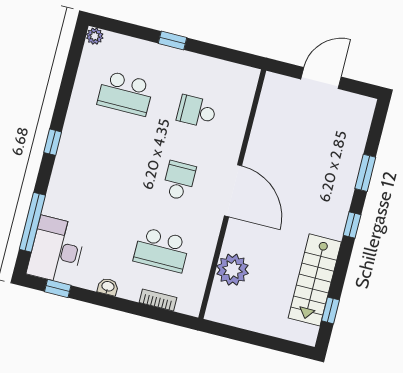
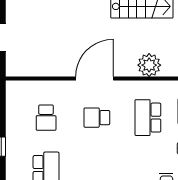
school desk: (162, 250) -> (148, 118), turned 180

